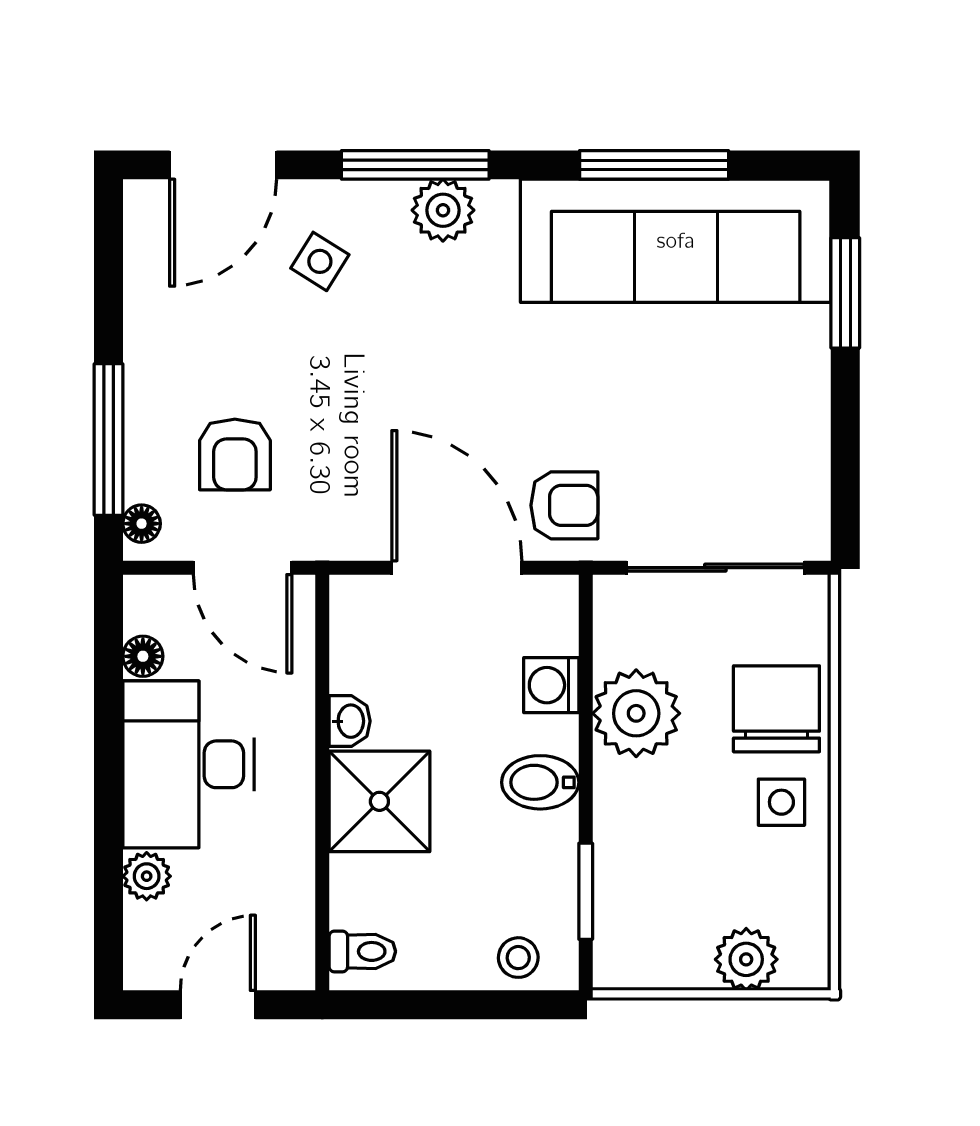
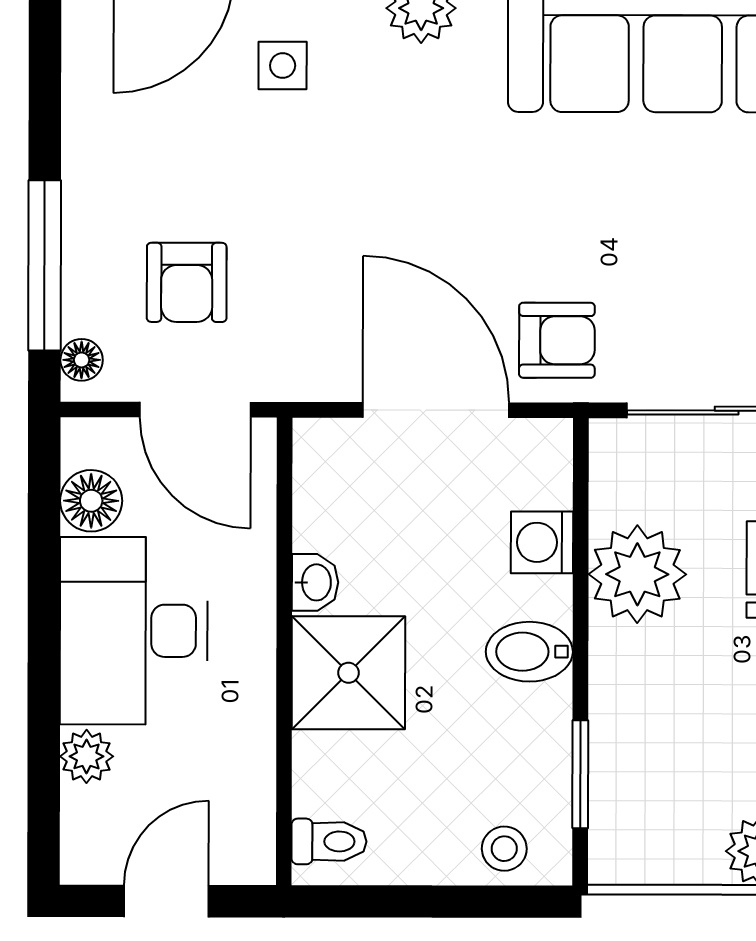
side table: (320, 261) -> (283, 66), turned -32
floor lamp: (143, 656) -> (91, 501), width x1.37, depth x1.37

